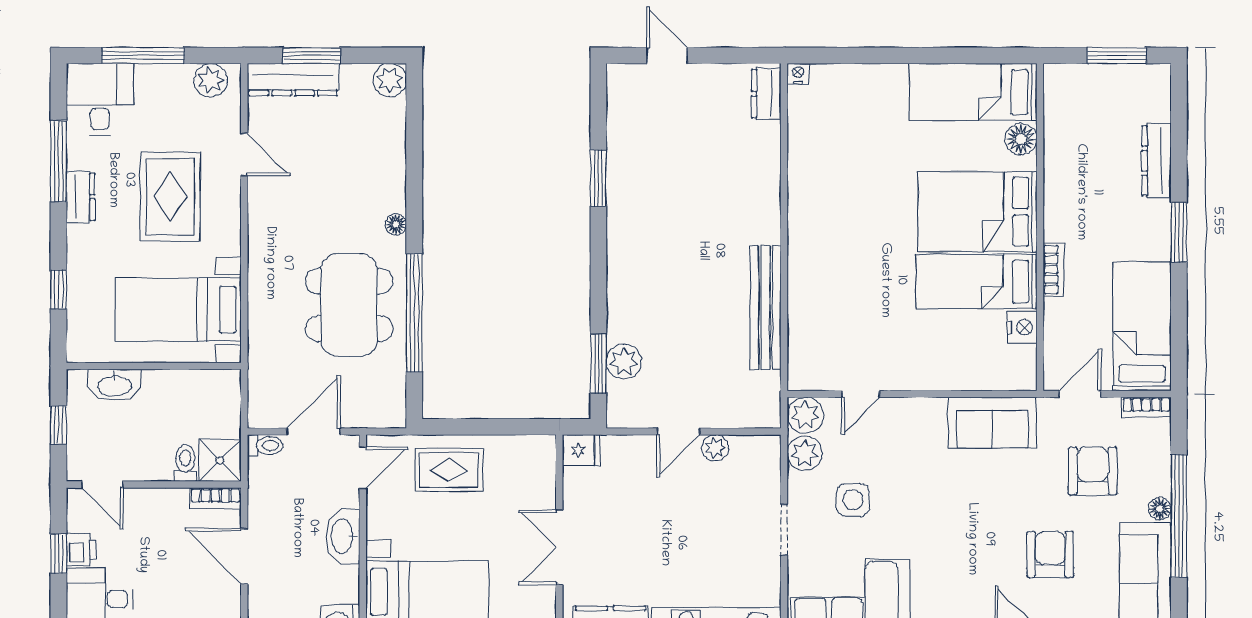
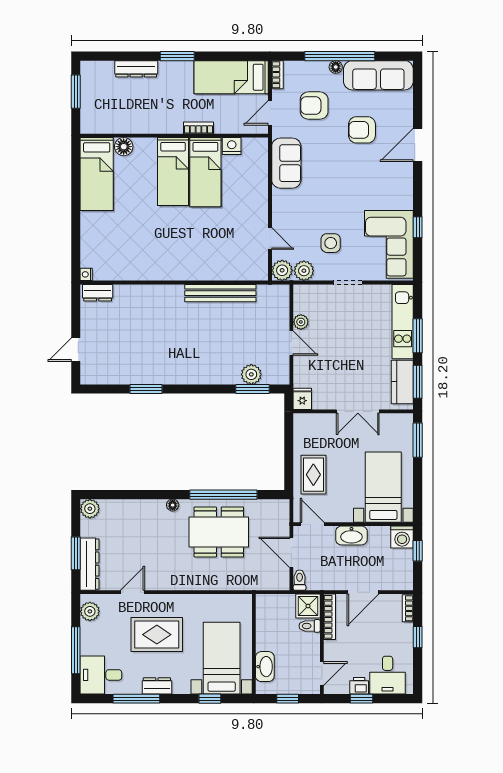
bed: (977, 212) -> (173, 172), width x0.67
bed with nightstands: (178, 310) -> (222, 658), moved, turned 180
door: (1080, 394) -> (270, 113), hinge flipped
bookcase: (215, 498) -> (330, 617), width x1.56

